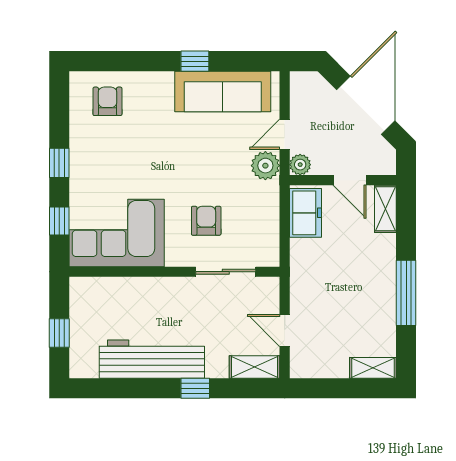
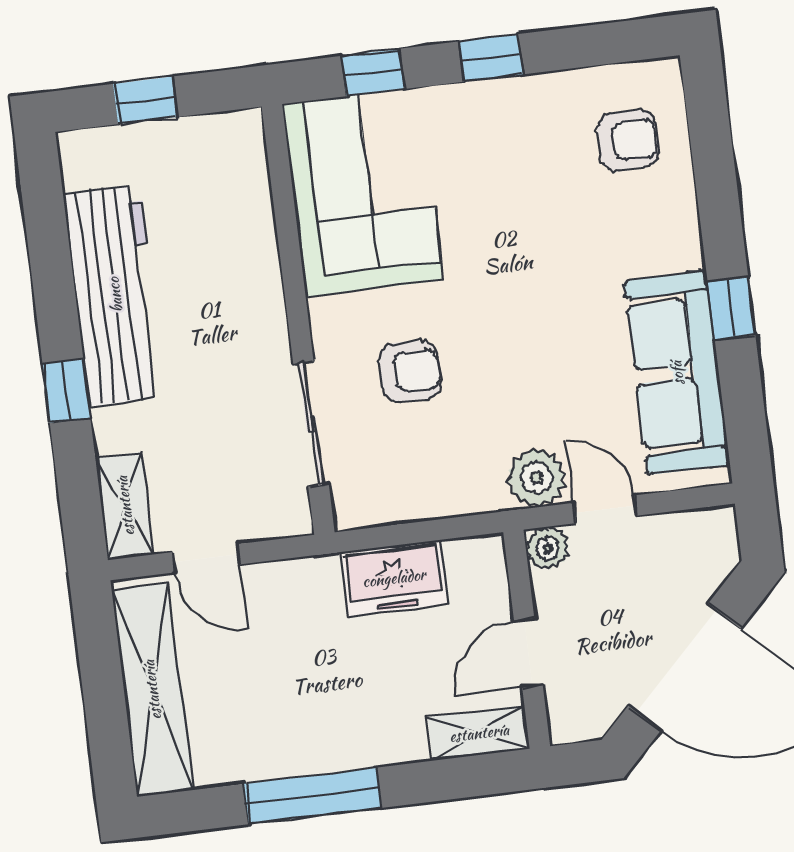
freezer: (306, 213) -> (394, 578), moved
door: (285, 330) -> (206, 558), swing flipped
shelving: (373, 368) -> (152, 690), width x2.20, depth x1.33

